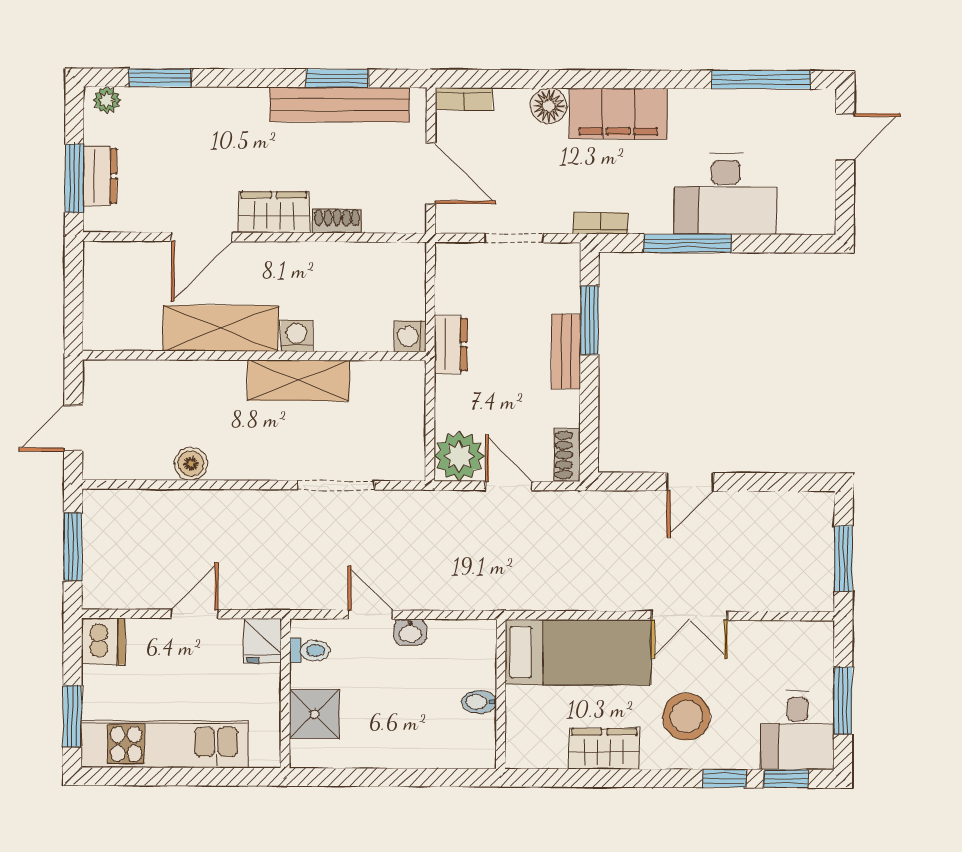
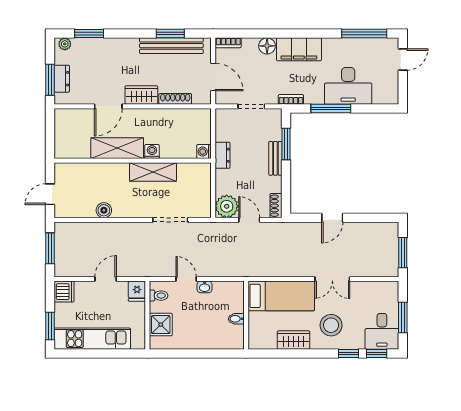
shoe rack: (337, 221) -> (175, 99), width x1.43

